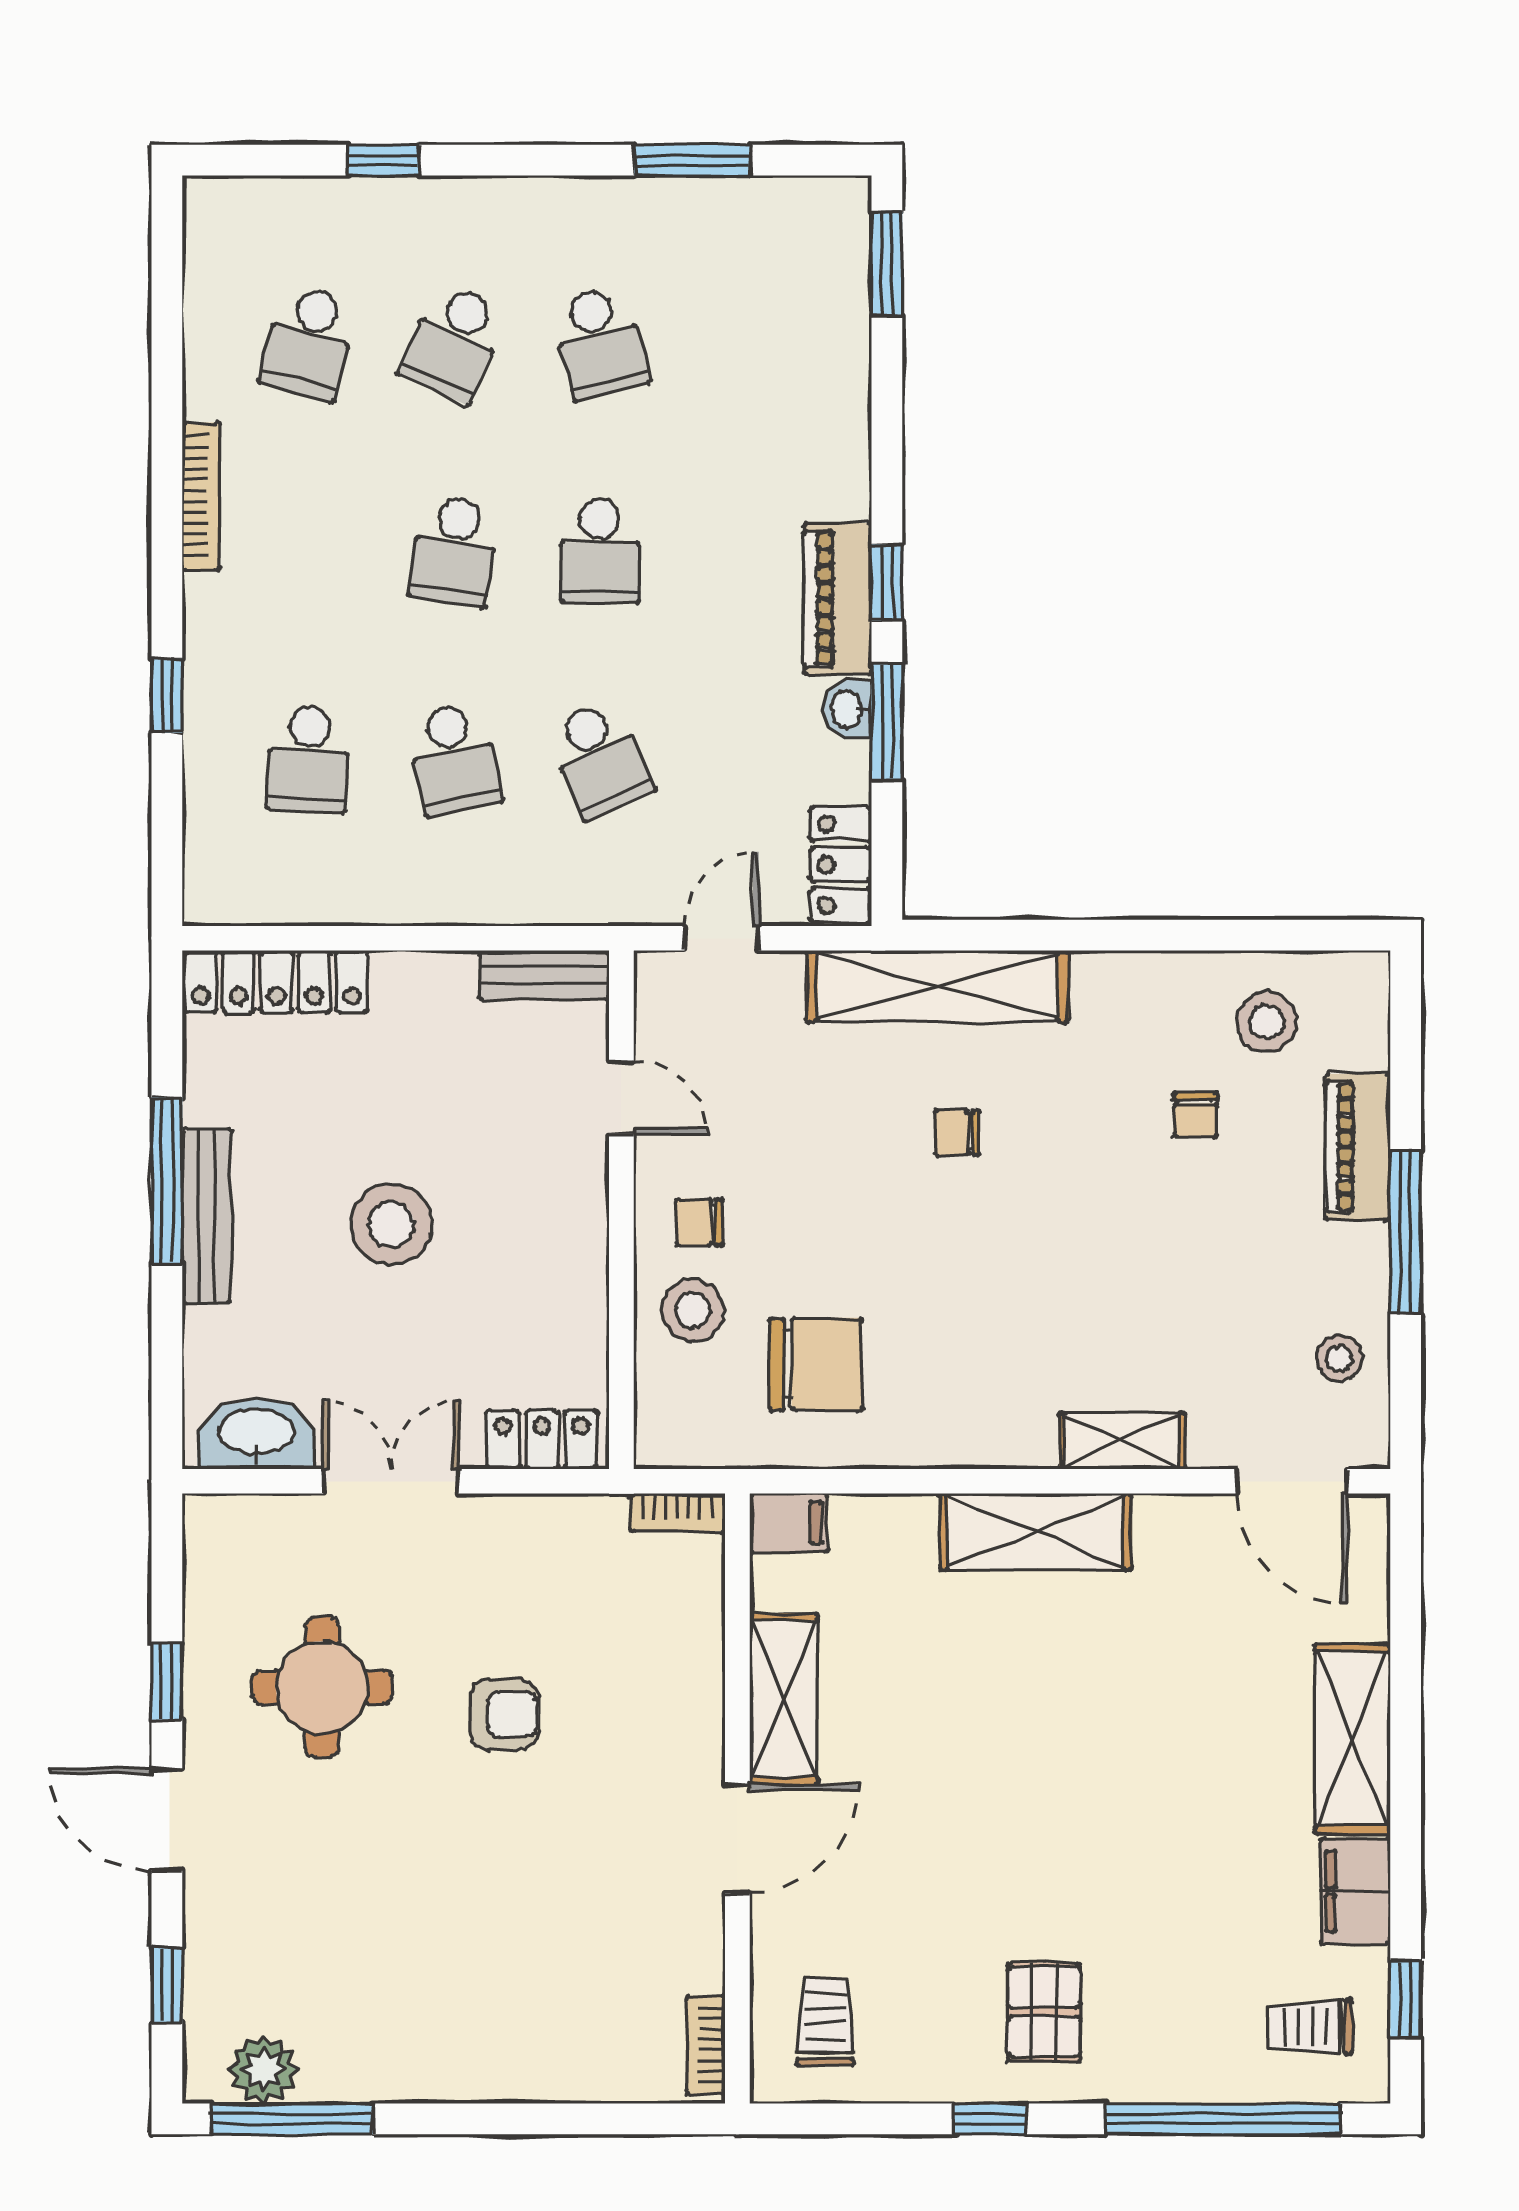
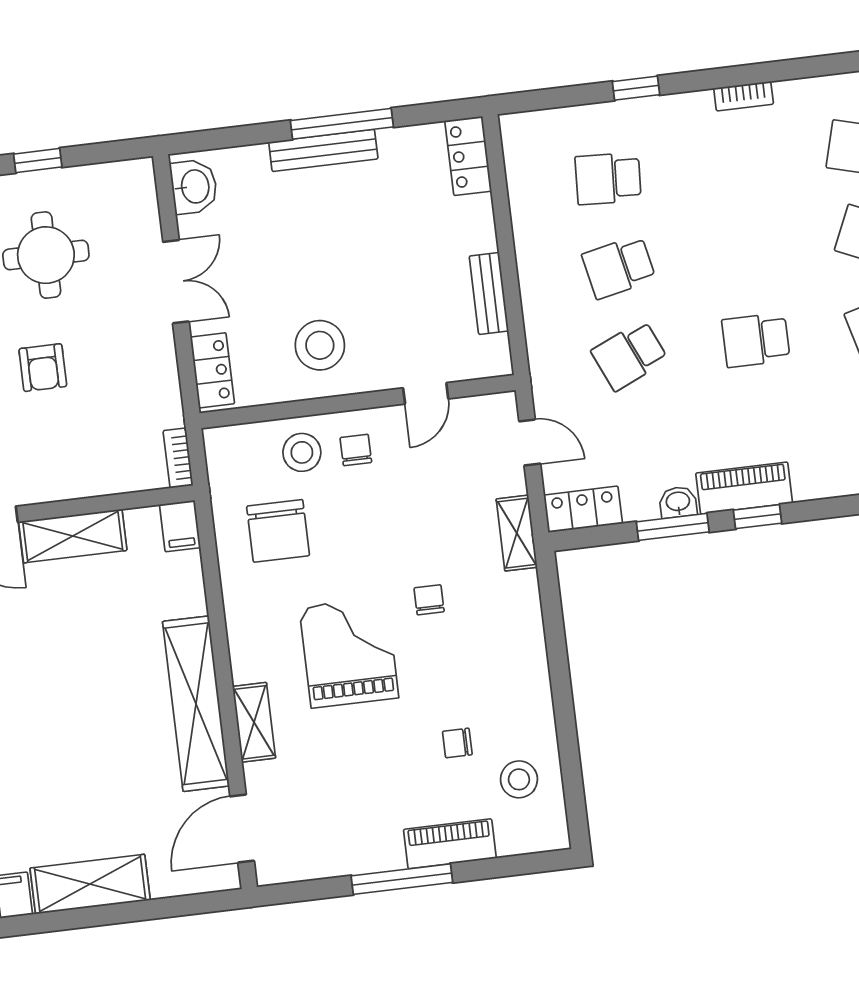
bookcase: (201, 496) -> (744, 96), width x0.64
school desk: (454, 551) -> (745, 252), removed
bench: (545, 975) -> (489, 293), moved
locker: (276, 982) -> (468, 156), width x0.66
shelving: (937, 986) -> (517, 533), width x0.45, depth x0.75
stool: (391, 1224) -> (320, 345), moved
grand piano: (1027, 1273) -> (349, 652), added
stool: (1339, 1358) -> (320, 848), removed
washbasin: (256, 1433) -> (194, 187), width x0.72
shelving: (1036, 1532) -> (196, 704), width x1.47

